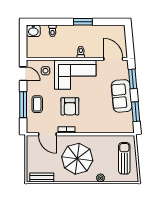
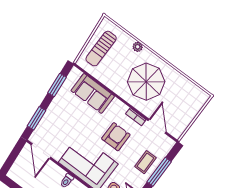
sofa: (122, 96) -> (93, 93), moved, turned 95
bench: (42, 177) -> (193, 89), removed

